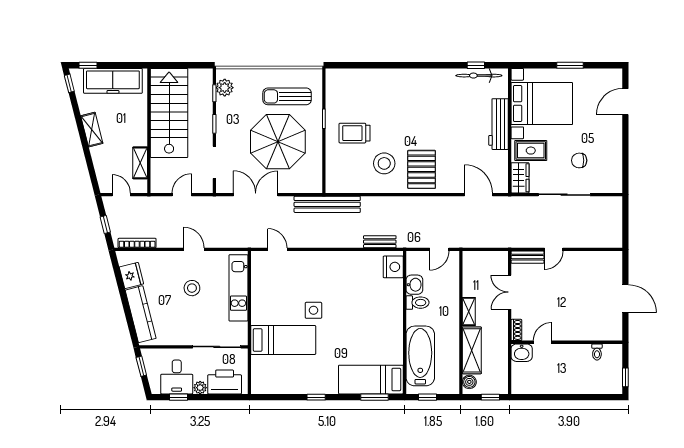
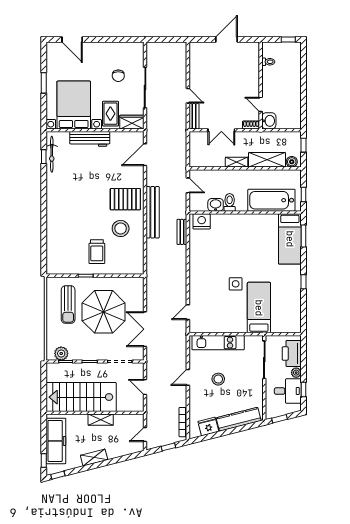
shelving: (140, 163) -> (101, 420), moved
bench: (327, 204) -> (153, 212), moved

